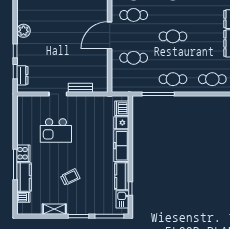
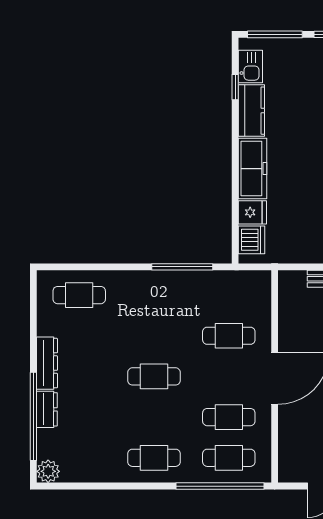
cafe table: (173, 79) -> (154, 295), removed

